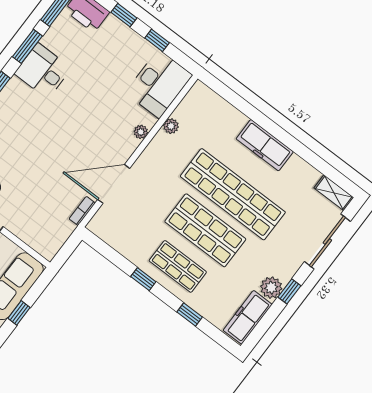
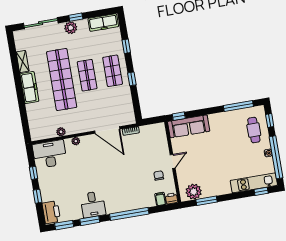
shelving: (334, 193) -> (23, 62), moved
shop shelf: (205, 230) -> (87, 75), width x0.70, depth x0.74
plant: (271, 288) -> (71, 28), moved
window: (19, 313) -> (179, 116), moved

